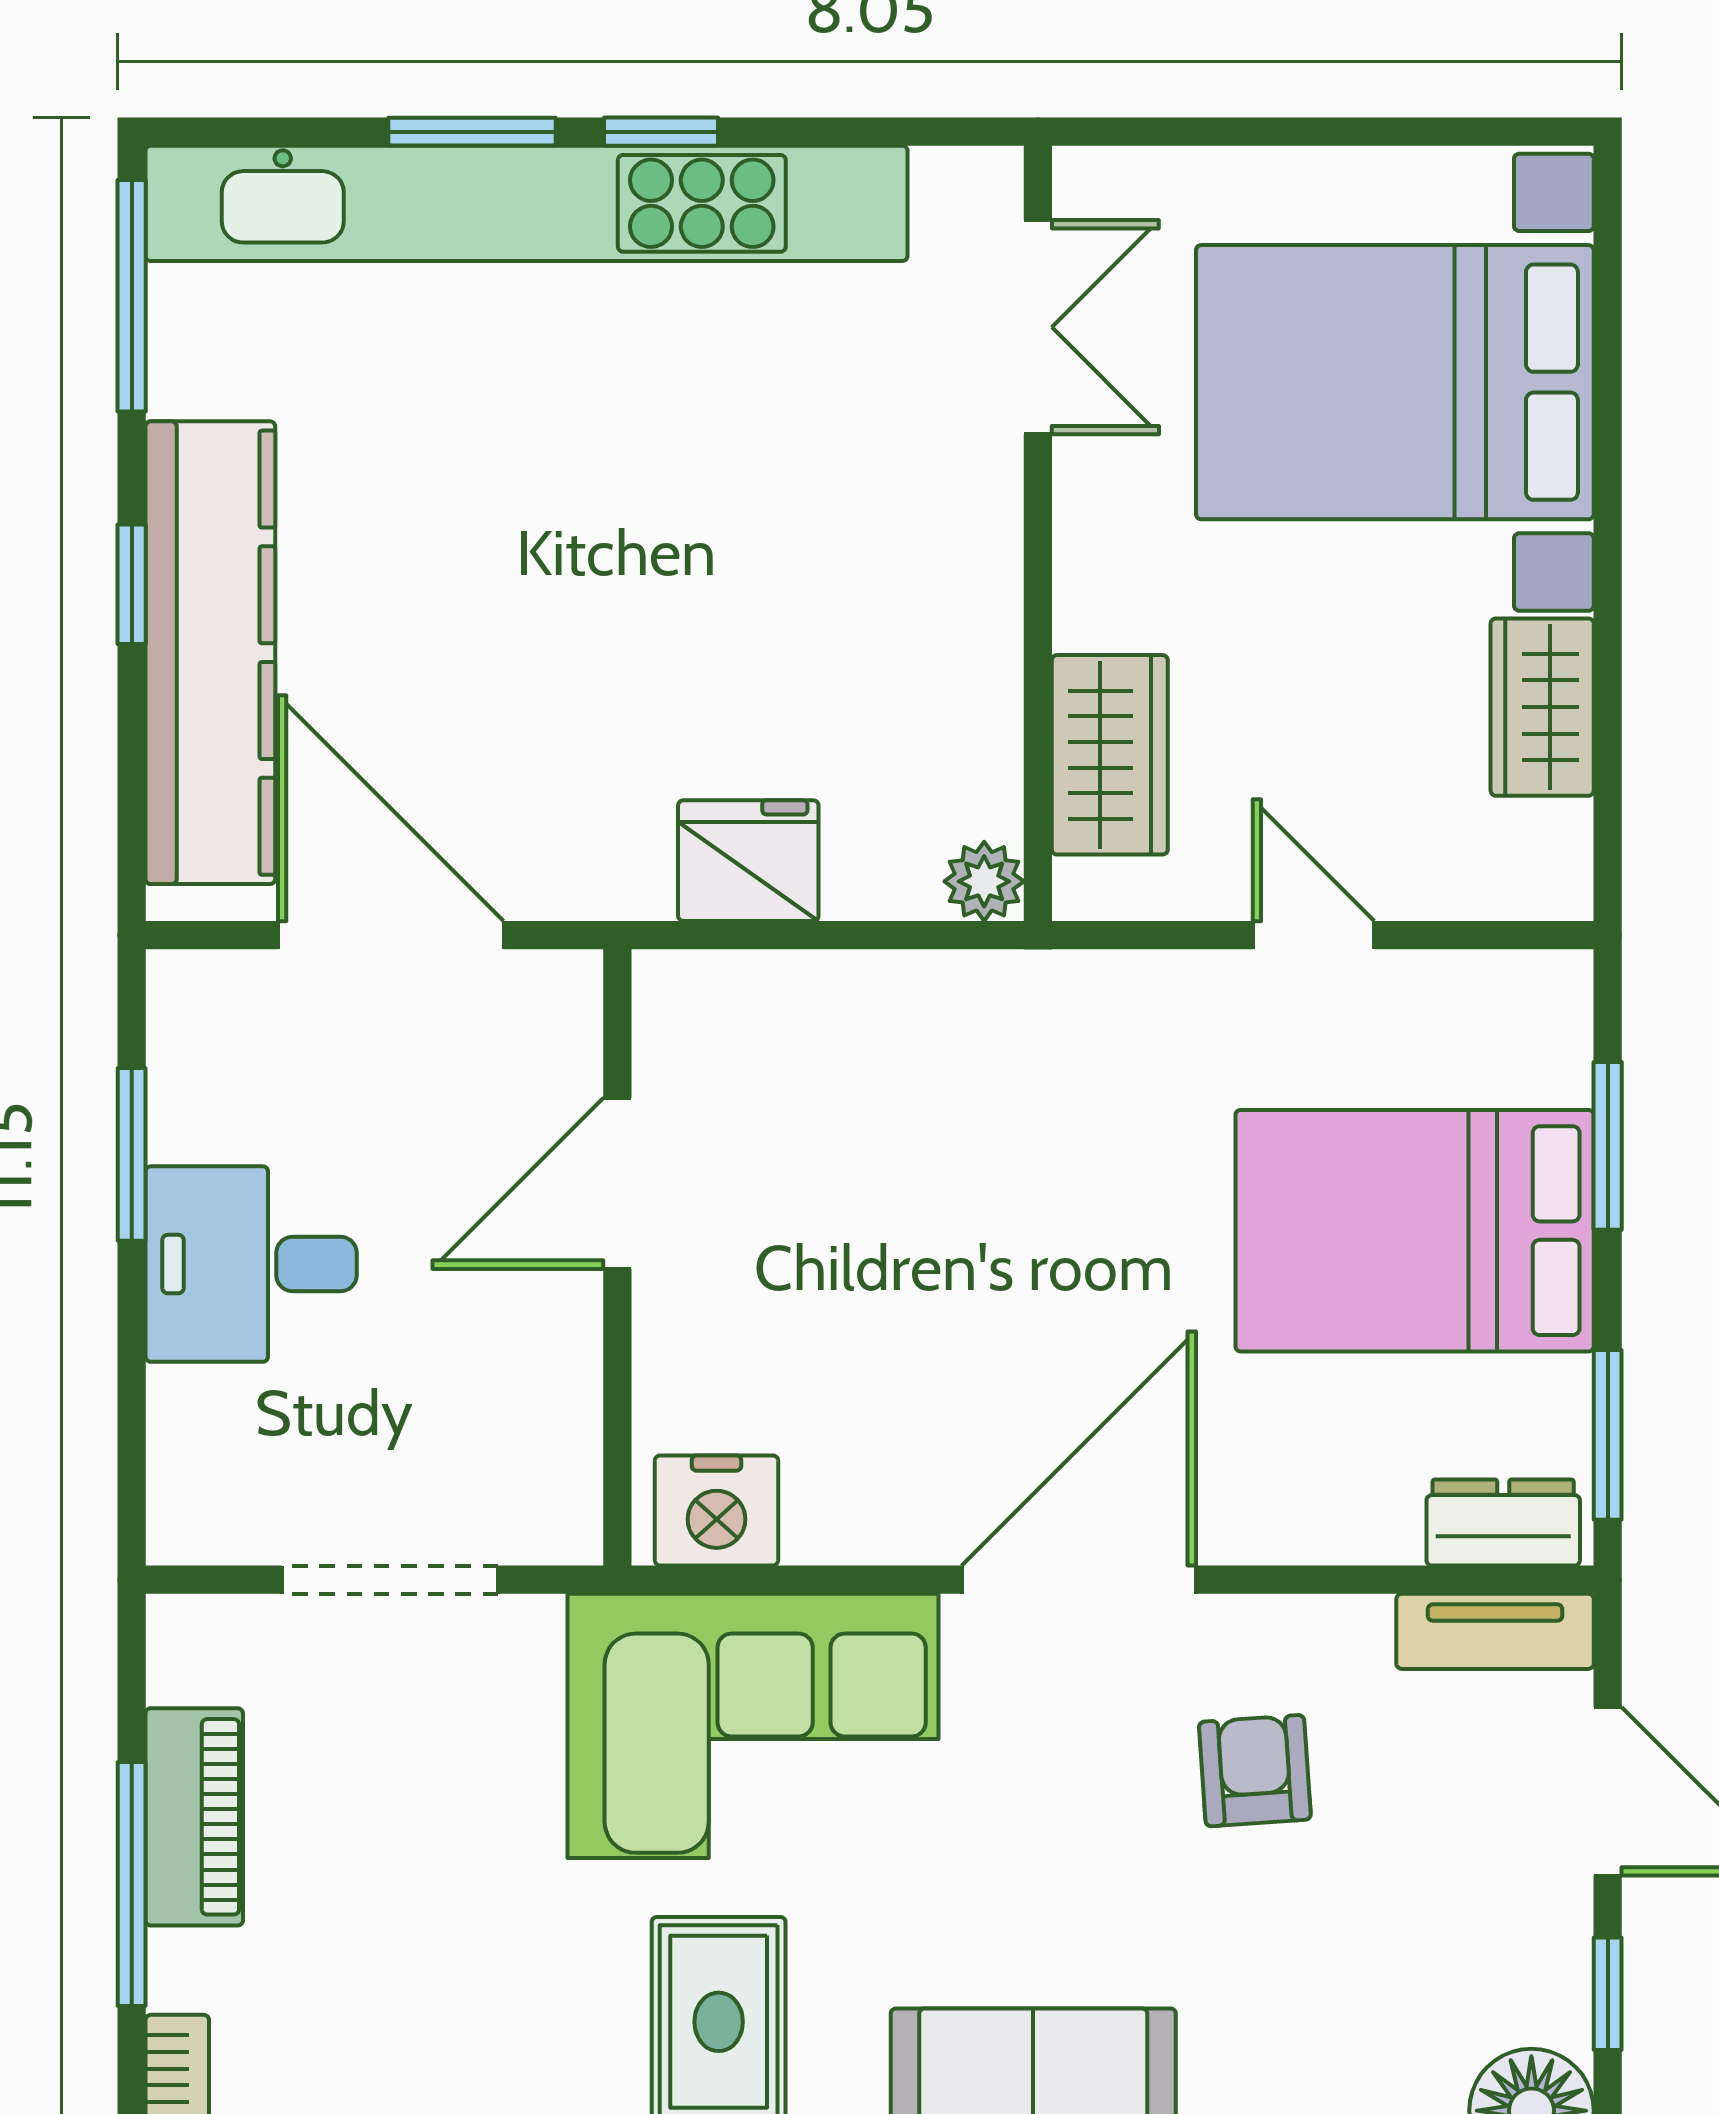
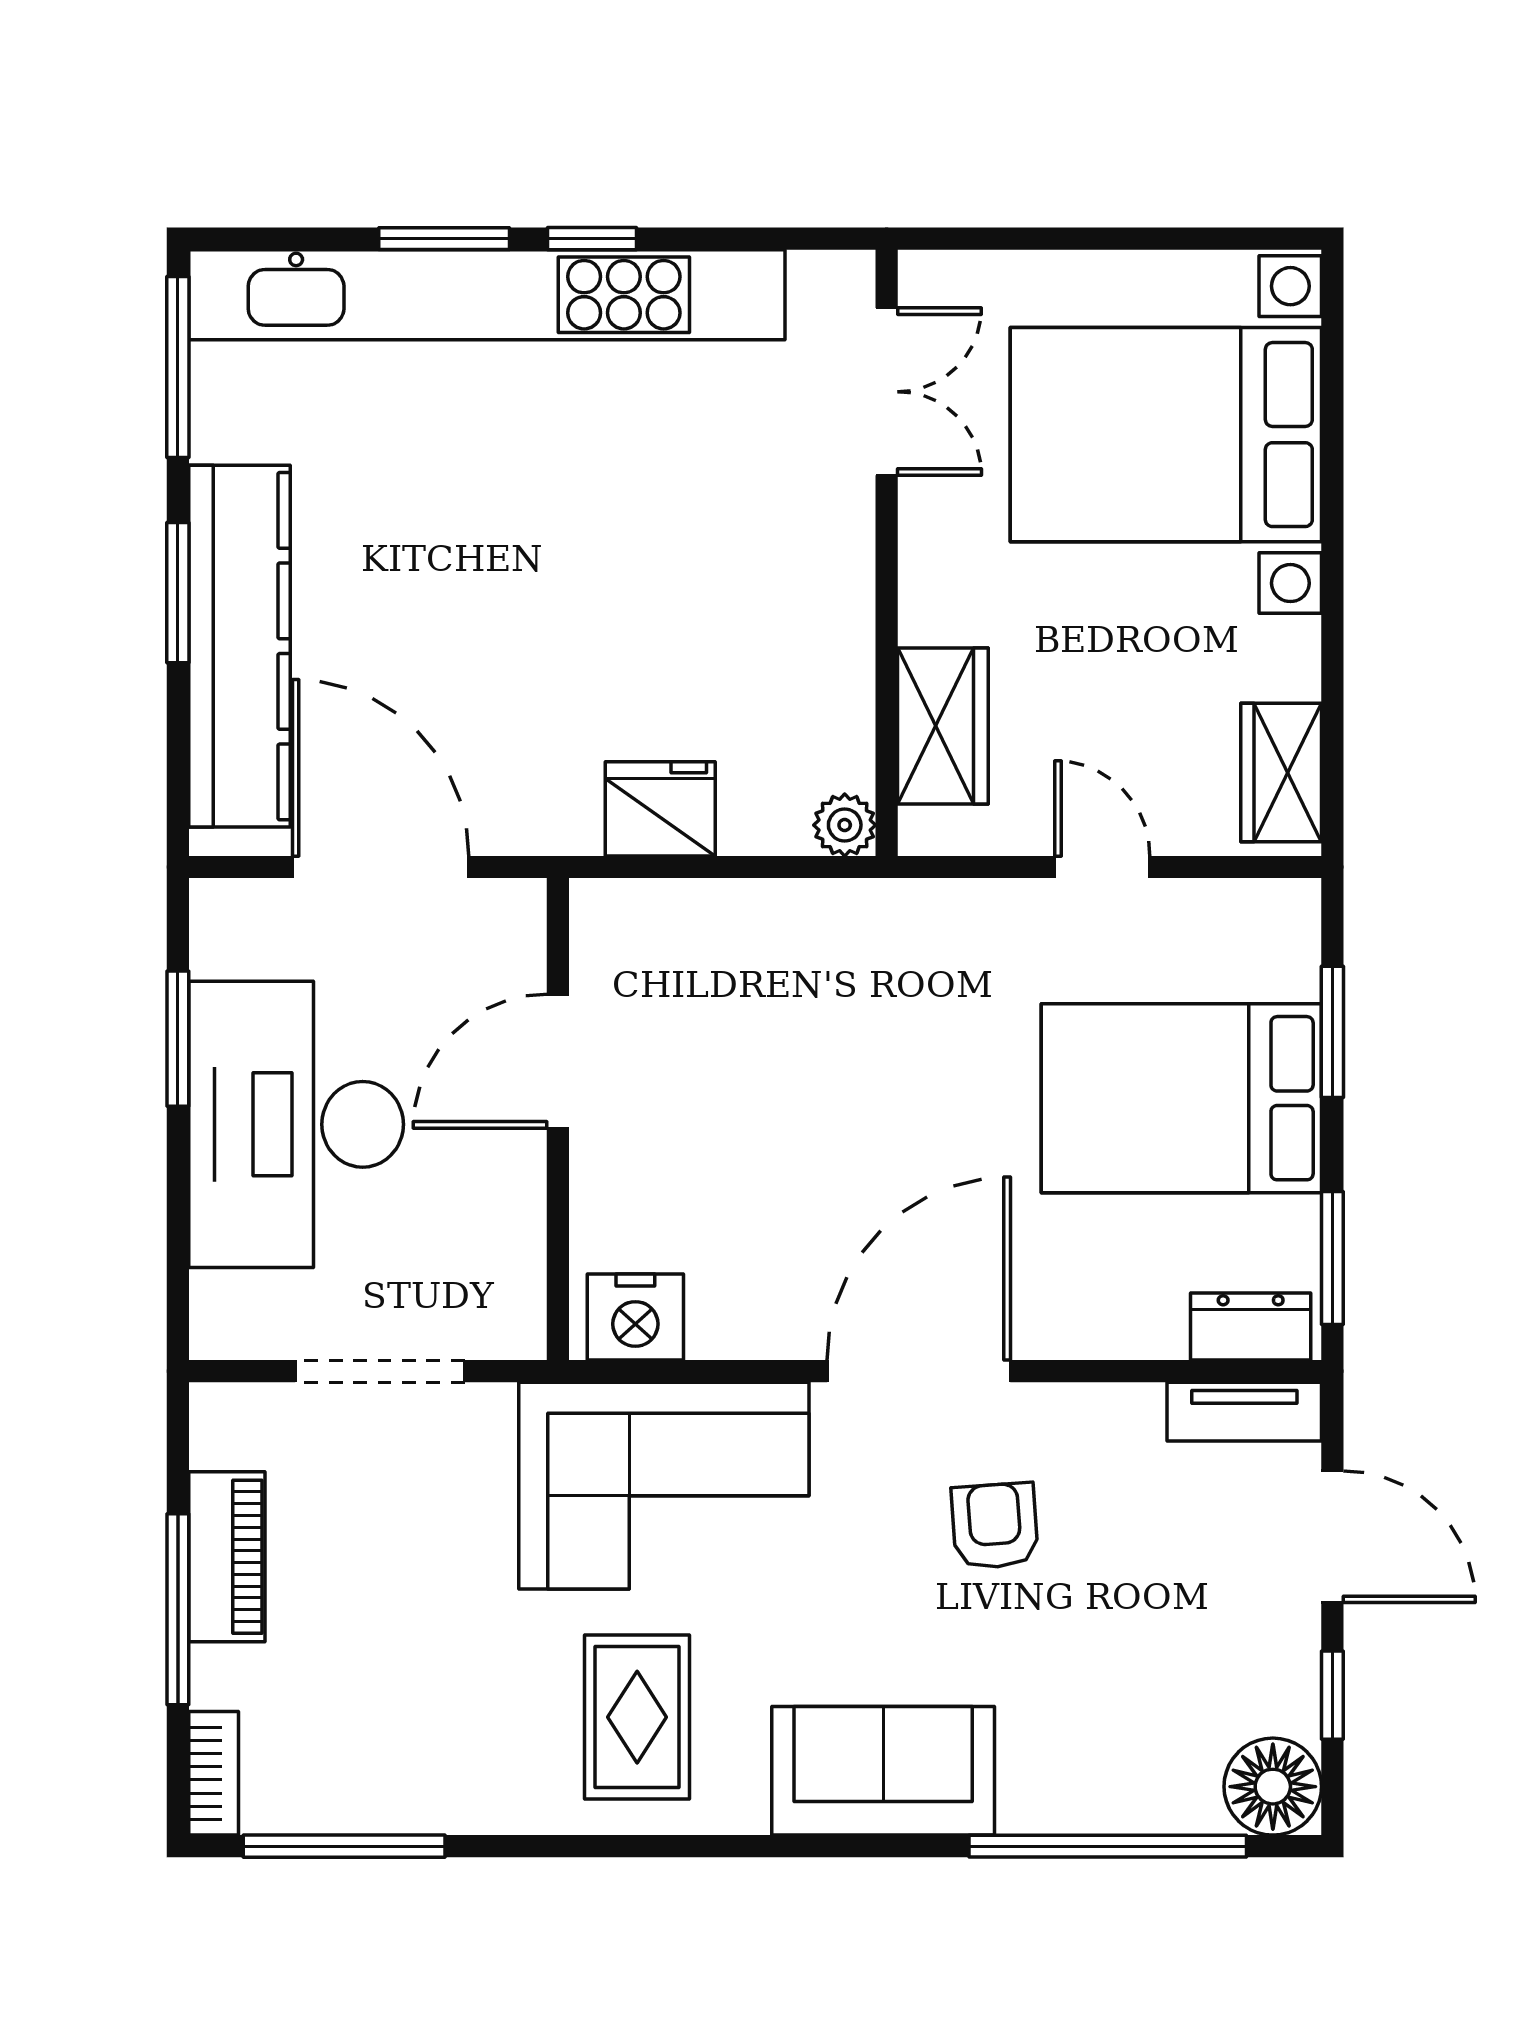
window: (132, 584) -> (178, 593), width x1.50
wardrobe: (1542, 707) -> (1281, 772), moved
desk: (251, 1264) -> (296, 1124), width x1.87, depth x1.30
armchair: (1255, 1771) -> (995, 1526), moved

